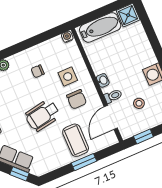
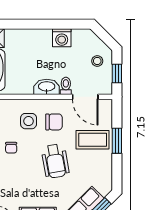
washbasin: (103, 80) -> (47, 87), width x1.91, depth x1.45
stool: (139, 103) -> (97, 61), moved

